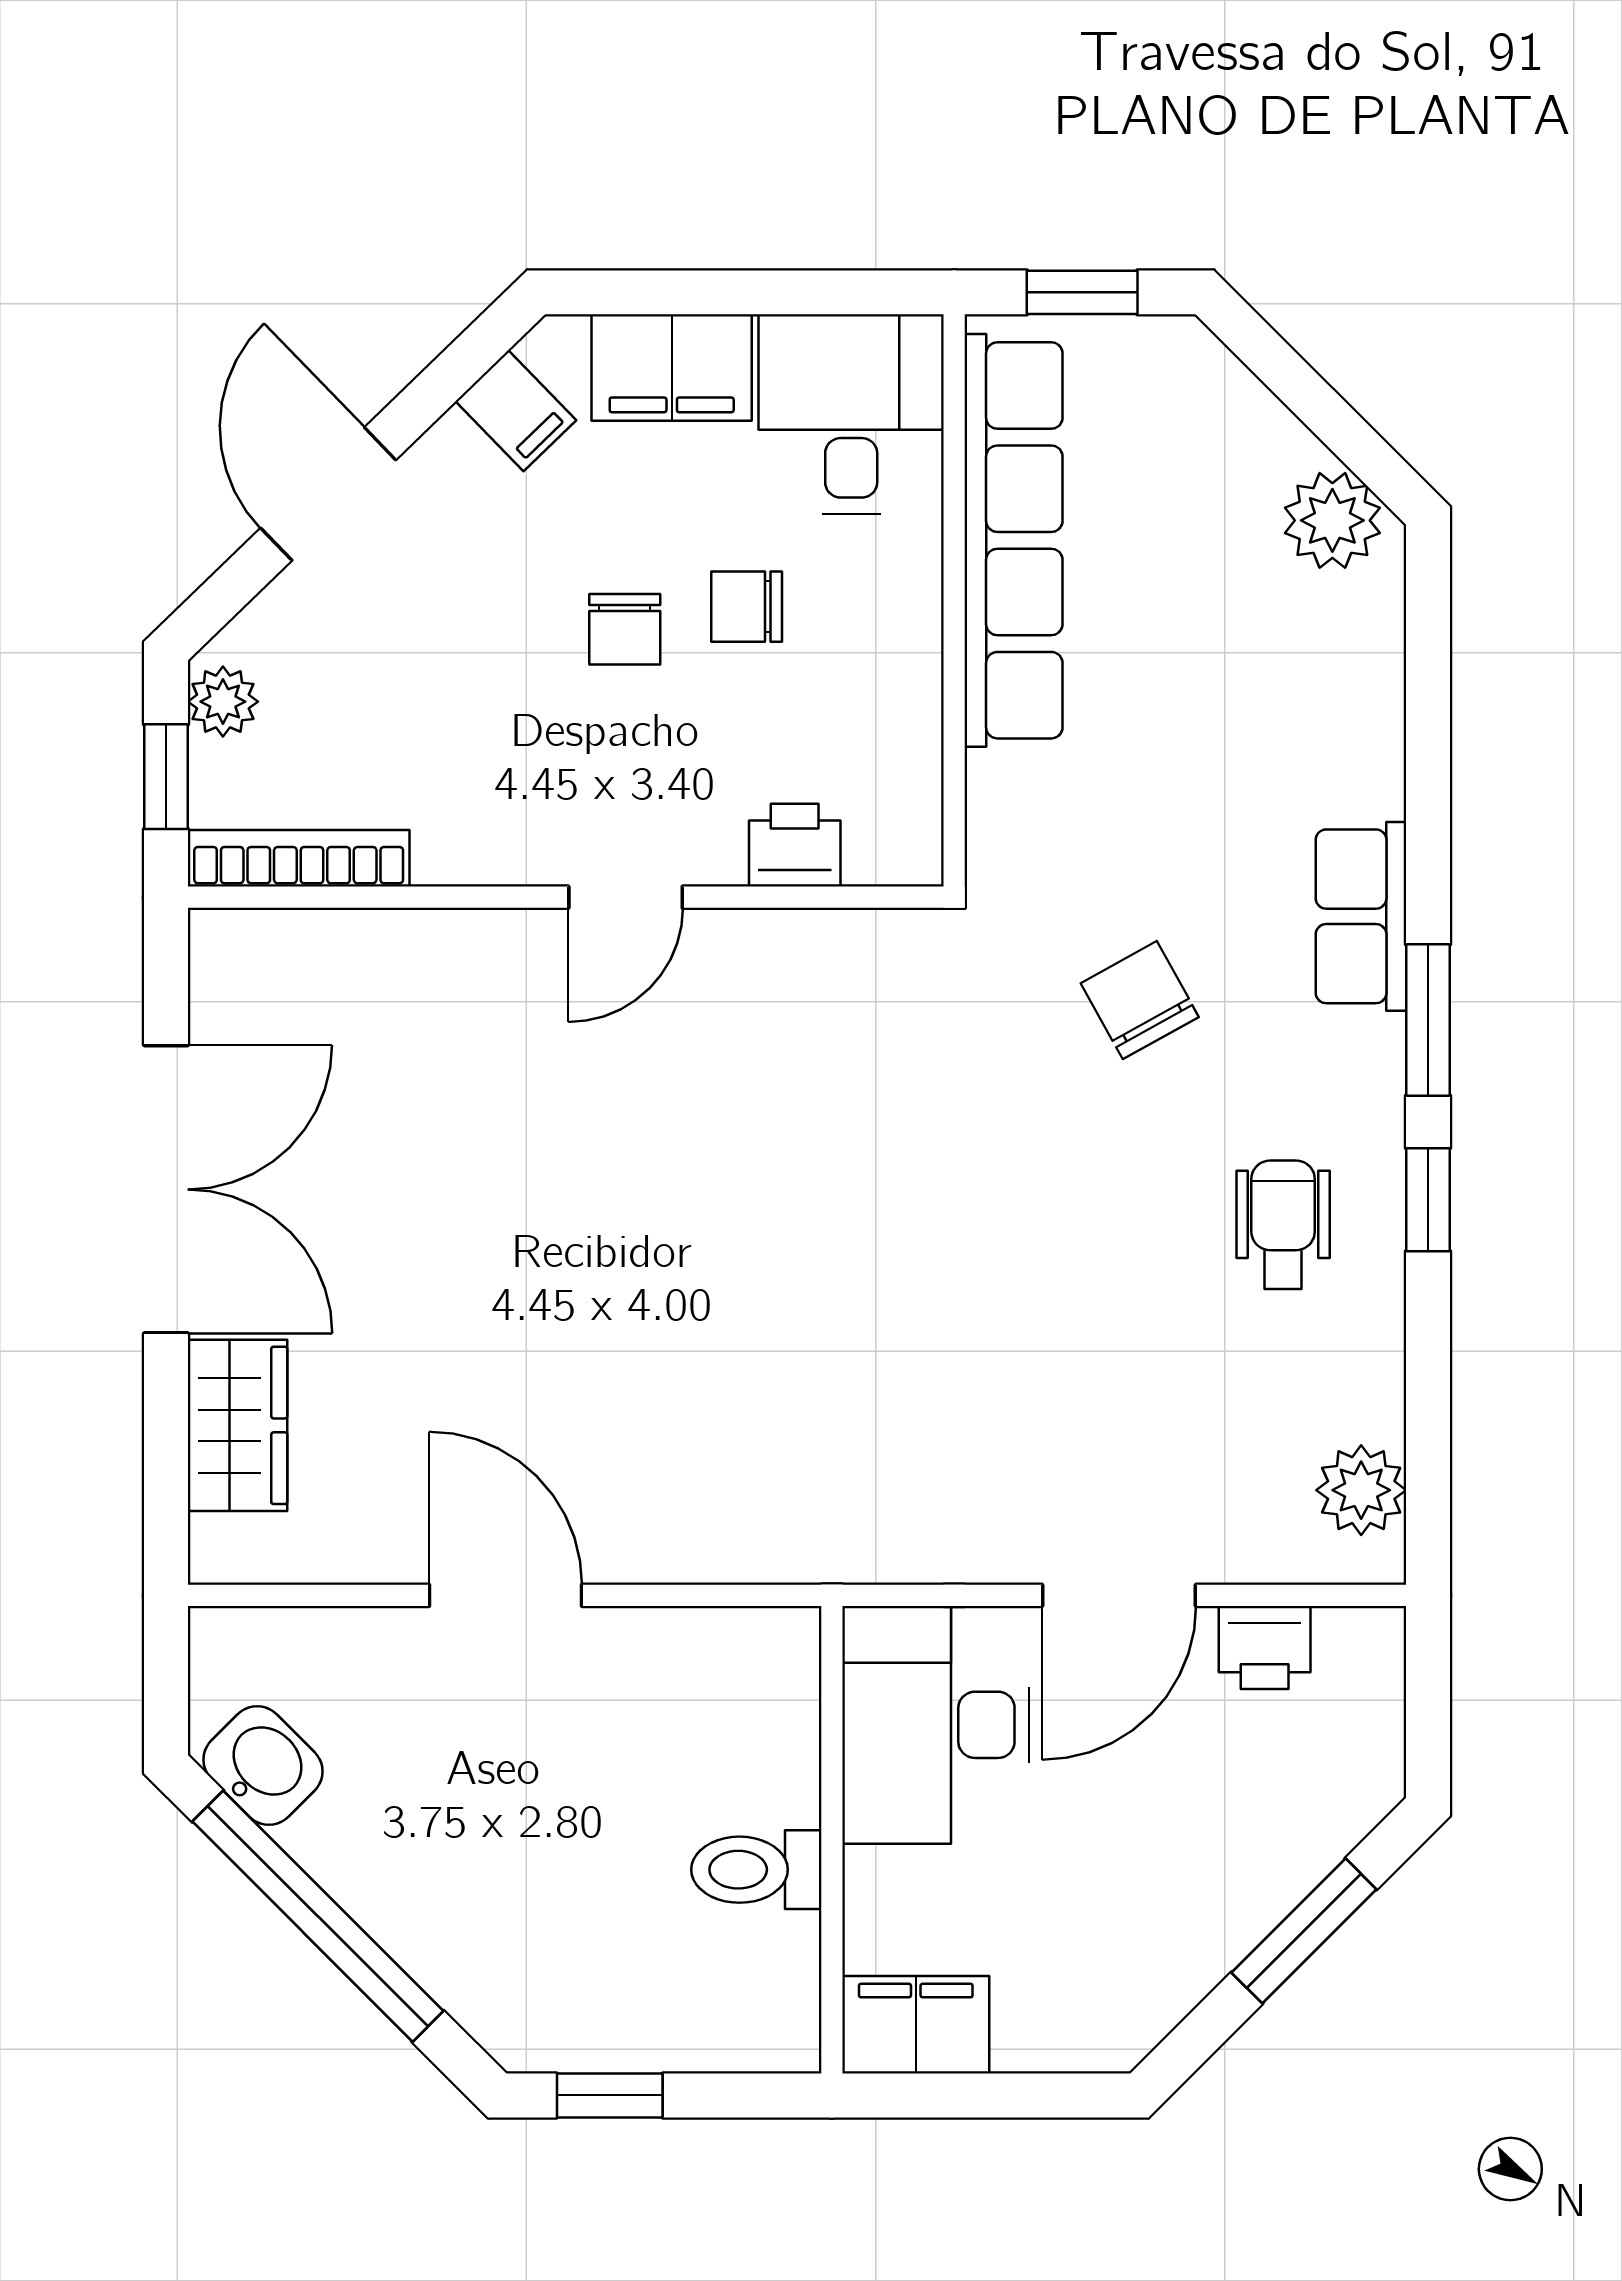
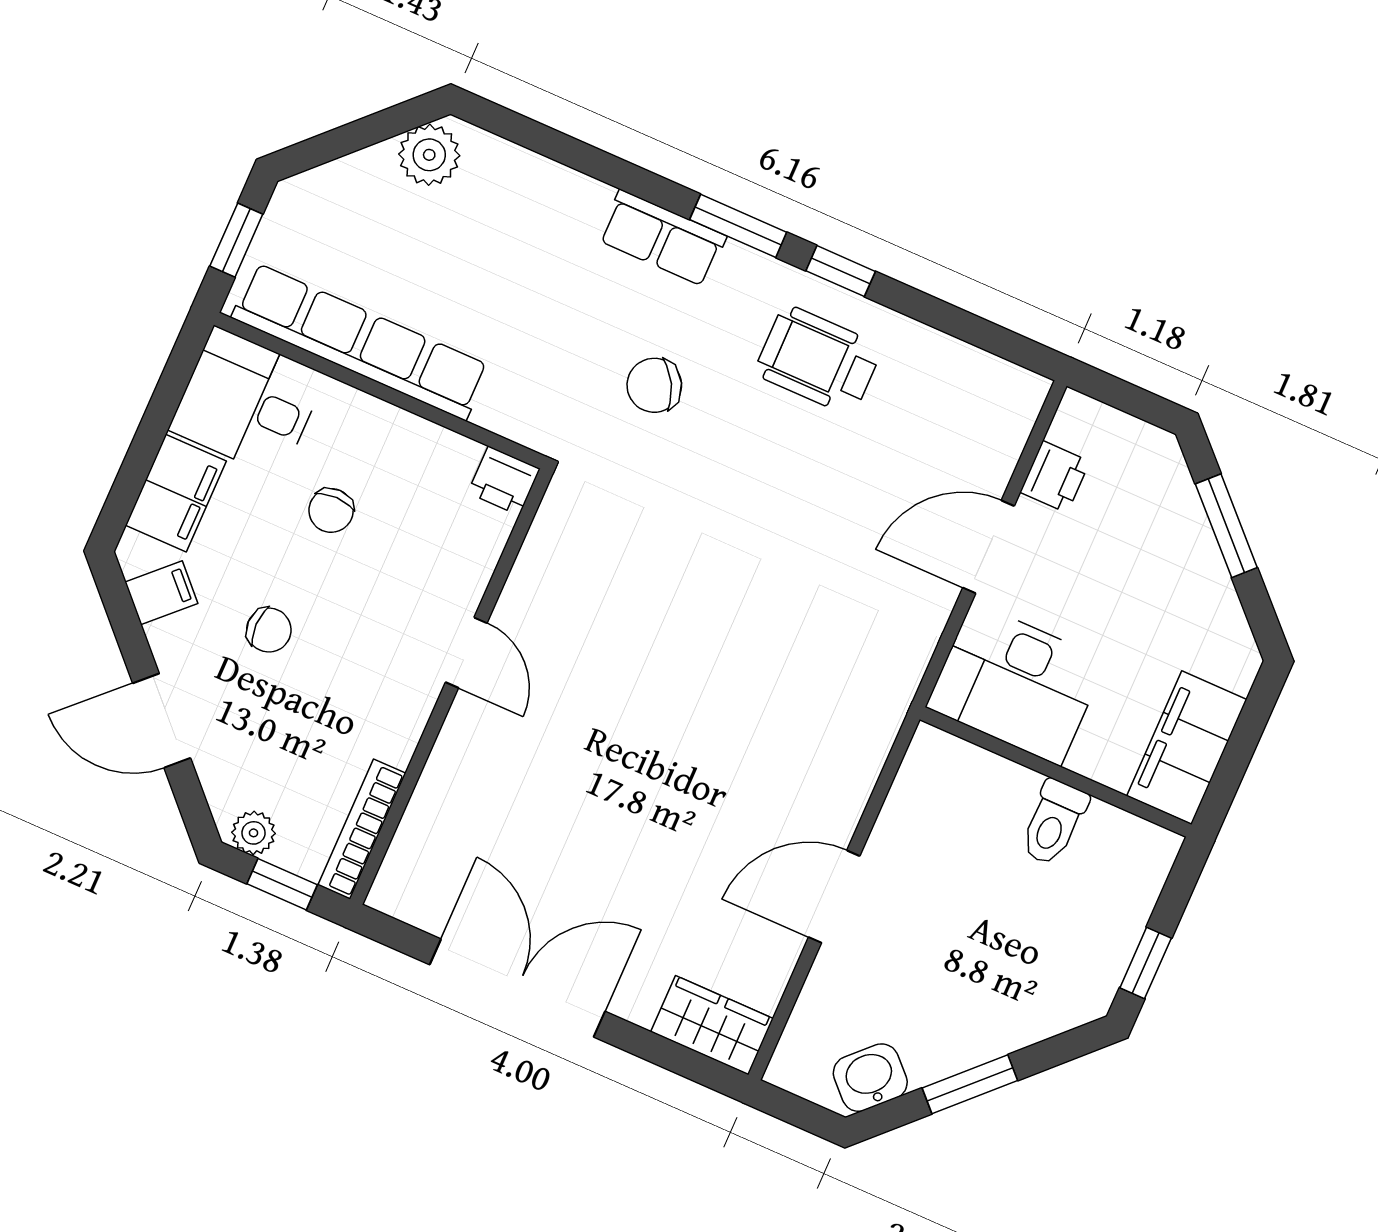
chair: (625, 629) -> (269, 630), moved
printer: (795, 845) -> (504, 481), moved, turned -90
wheelchair: (1283, 1225) -> (818, 360), width x1.36, depth x1.37
wardrobe: (238, 1425) -> (712, 1025), moved
plant: (1361, 1490) -> (989, 382), removed
door: (1119, 1595) -> (988, 547), swing flipped
window: (318, 1916) -> (970, 1084), width x0.47
filing cabinet: (916, 2025) -> (1187, 748), width x1.50, depth x1.17

